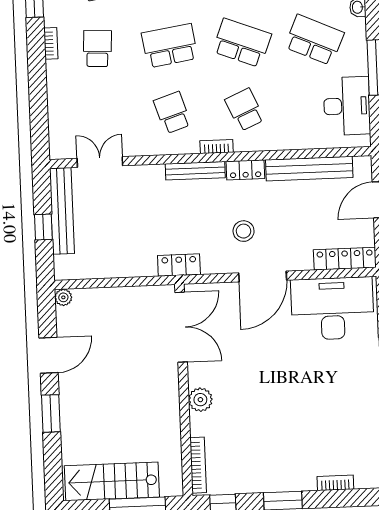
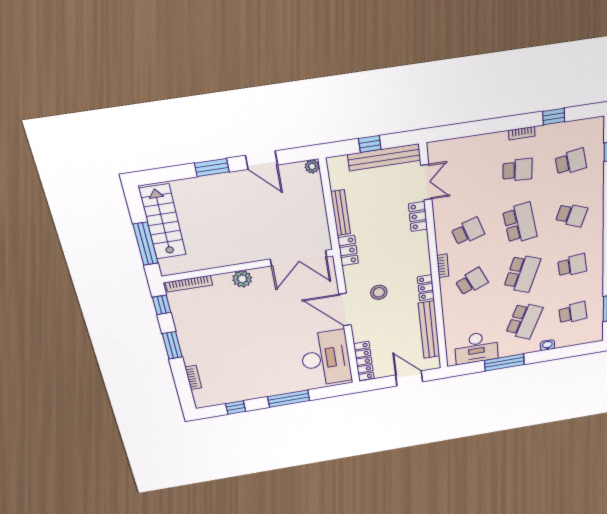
bench: (195, 171) -> (341, 213), moved
locker: (144, 175) -> (418, 216), added

